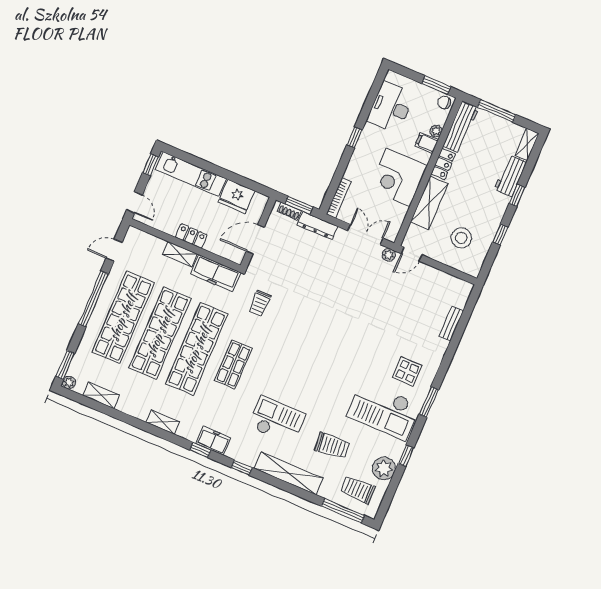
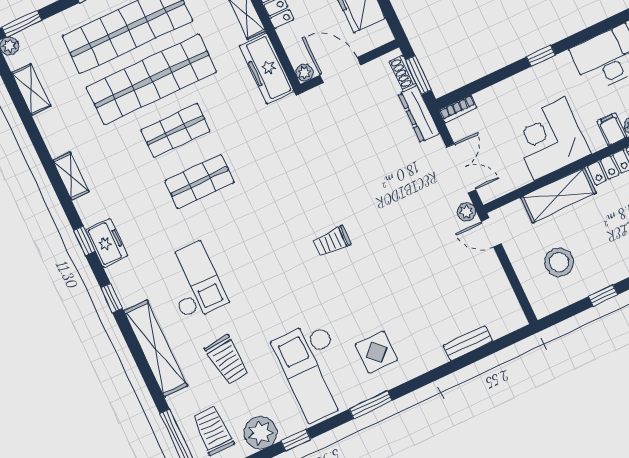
bookcase: (339, 198) -> (458, 109), width x0.64
plant: (238, 257) -> (305, 73), added
trolley: (260, 303) -> (332, 242), moved
shop shelf: (197, 349) -> (176, 130), width x0.50, depth x0.74

